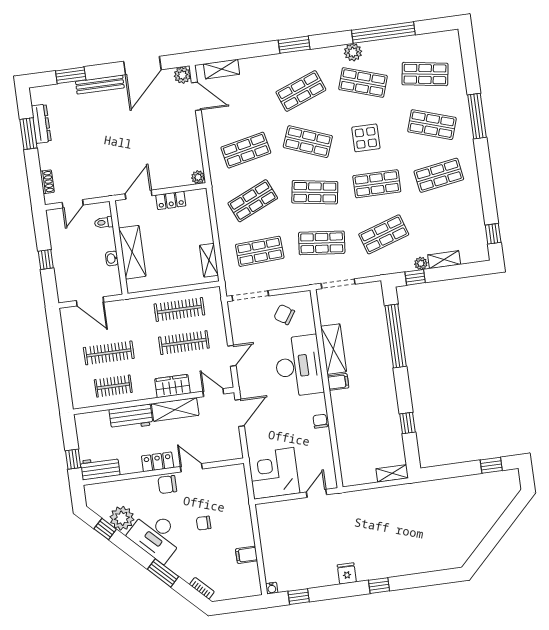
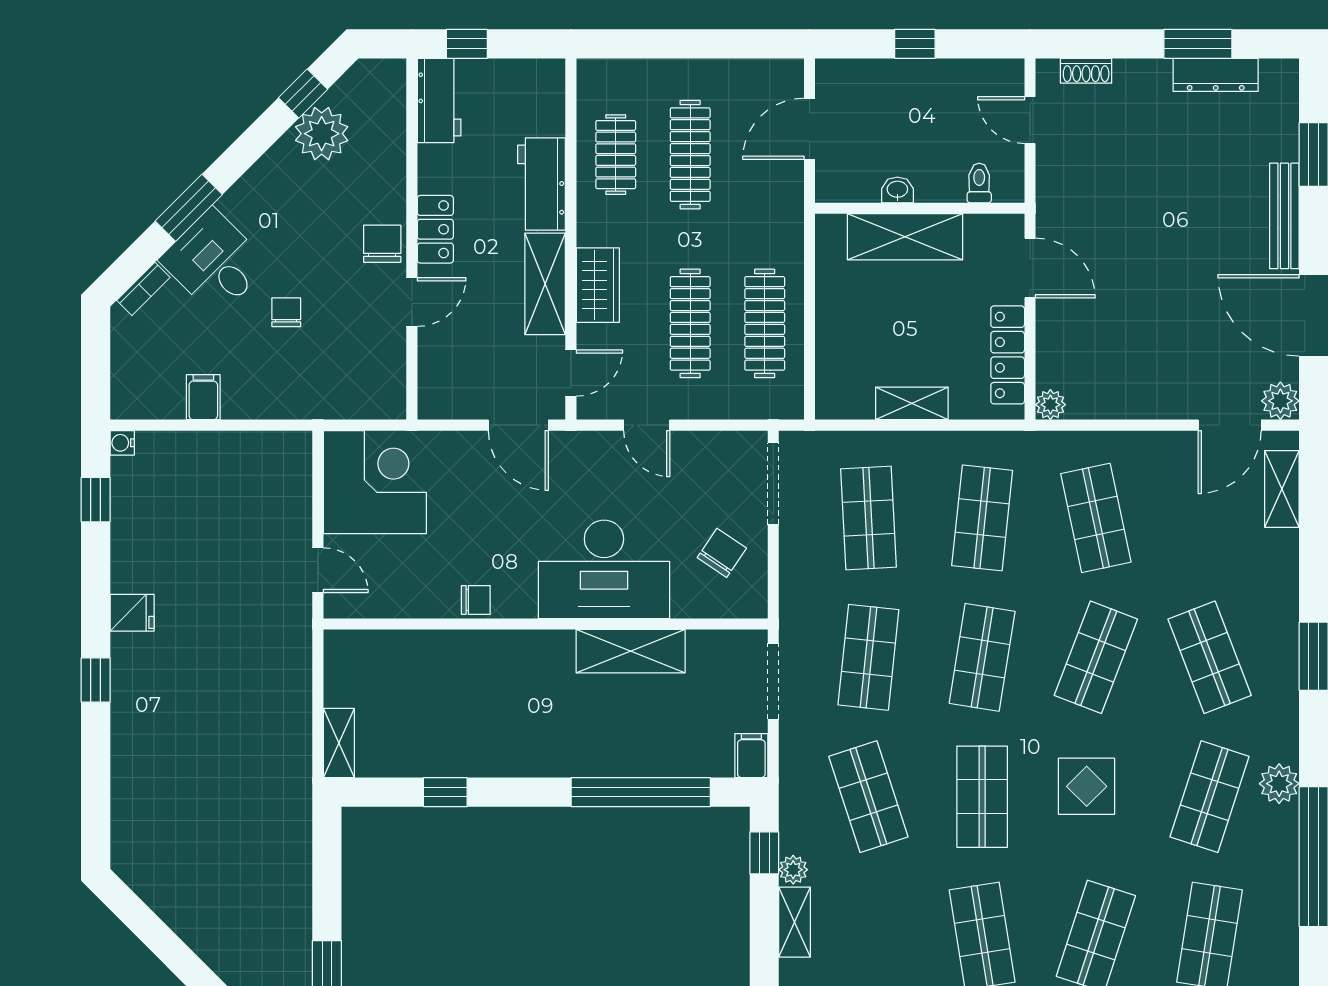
locker: (171, 200) -> (1008, 355), width x1.53
shop shelf: (253, 201) -> (982, 518), turned 30
shelving: (209, 260) -> (912, 403), moved
filing cabinet: (338, 382) -> (751, 756), moved, turned 180
desk: (156, 536) -> (214, 262), moved, width x0.73

